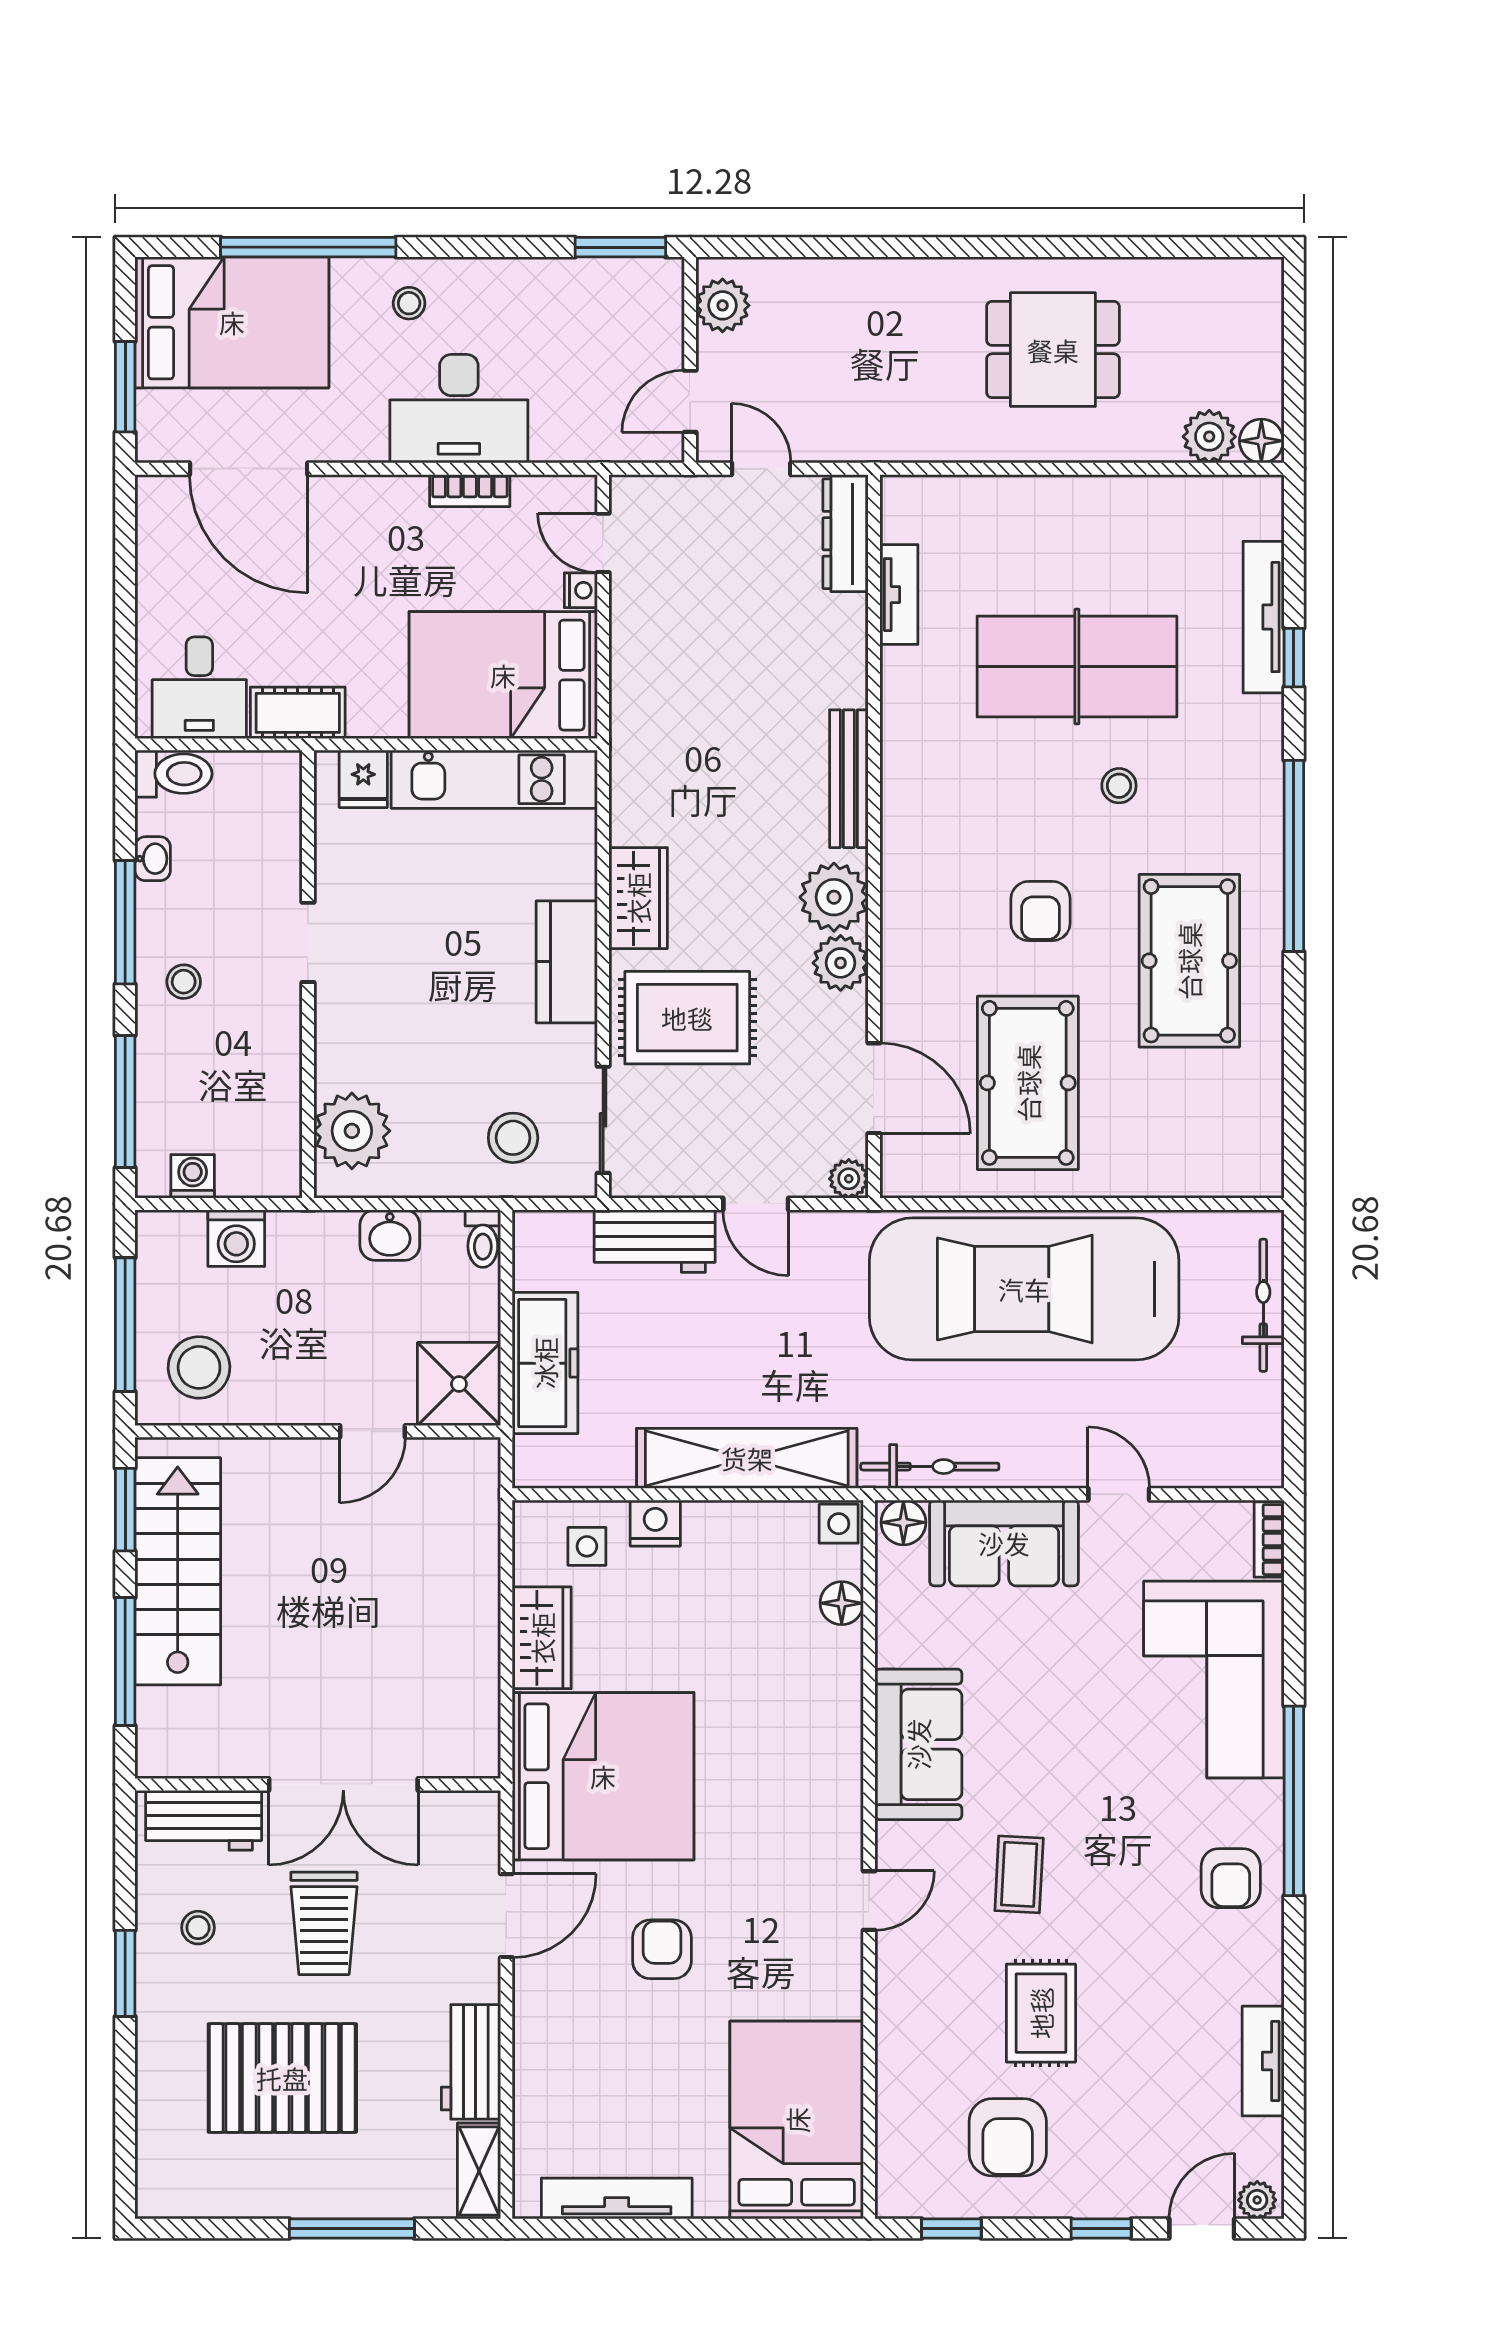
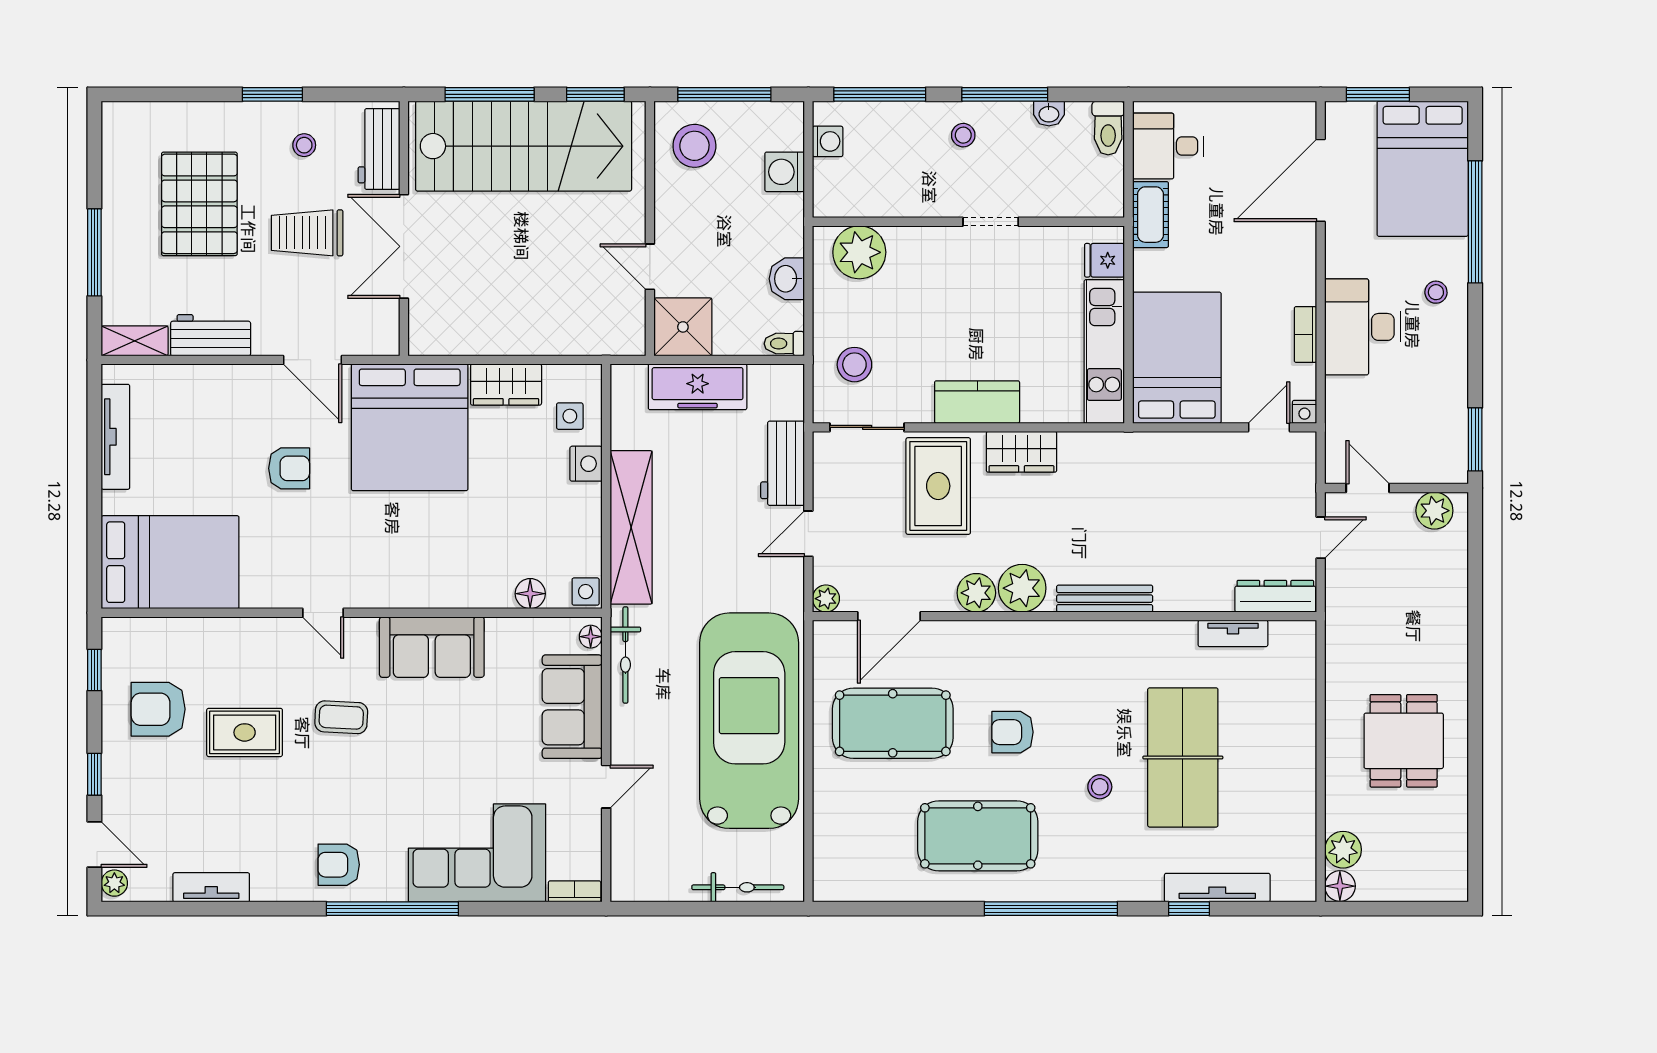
nightstand: (581, 590) -> (1304, 412), moved
floor lamp: (903, 1522) -> (591, 637), width x0.73, depth x0.73
stairs: (178, 1571) -> (524, 146), width x1.36, depth x1.51

